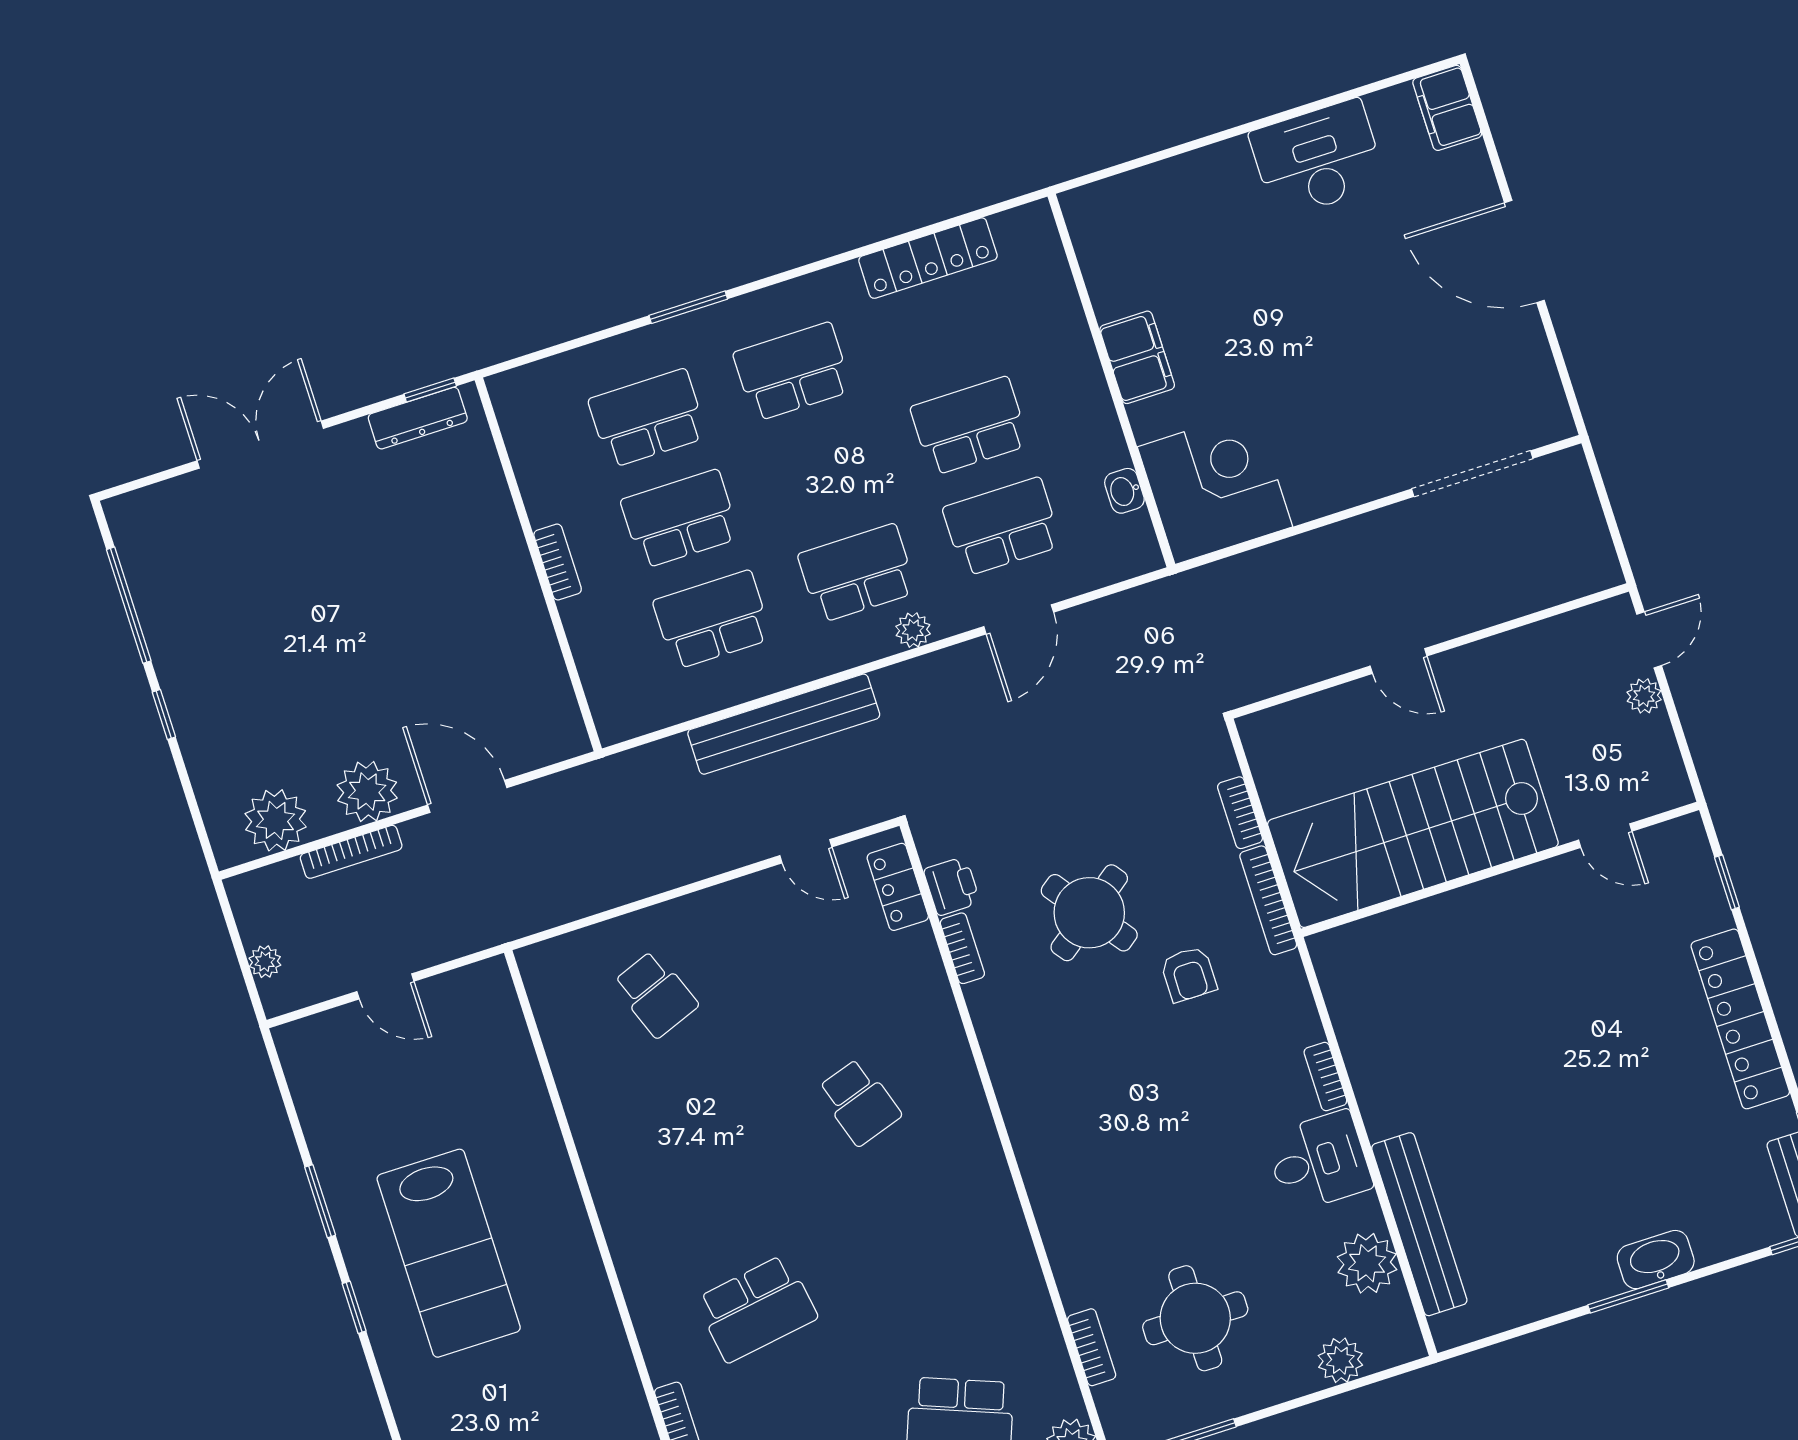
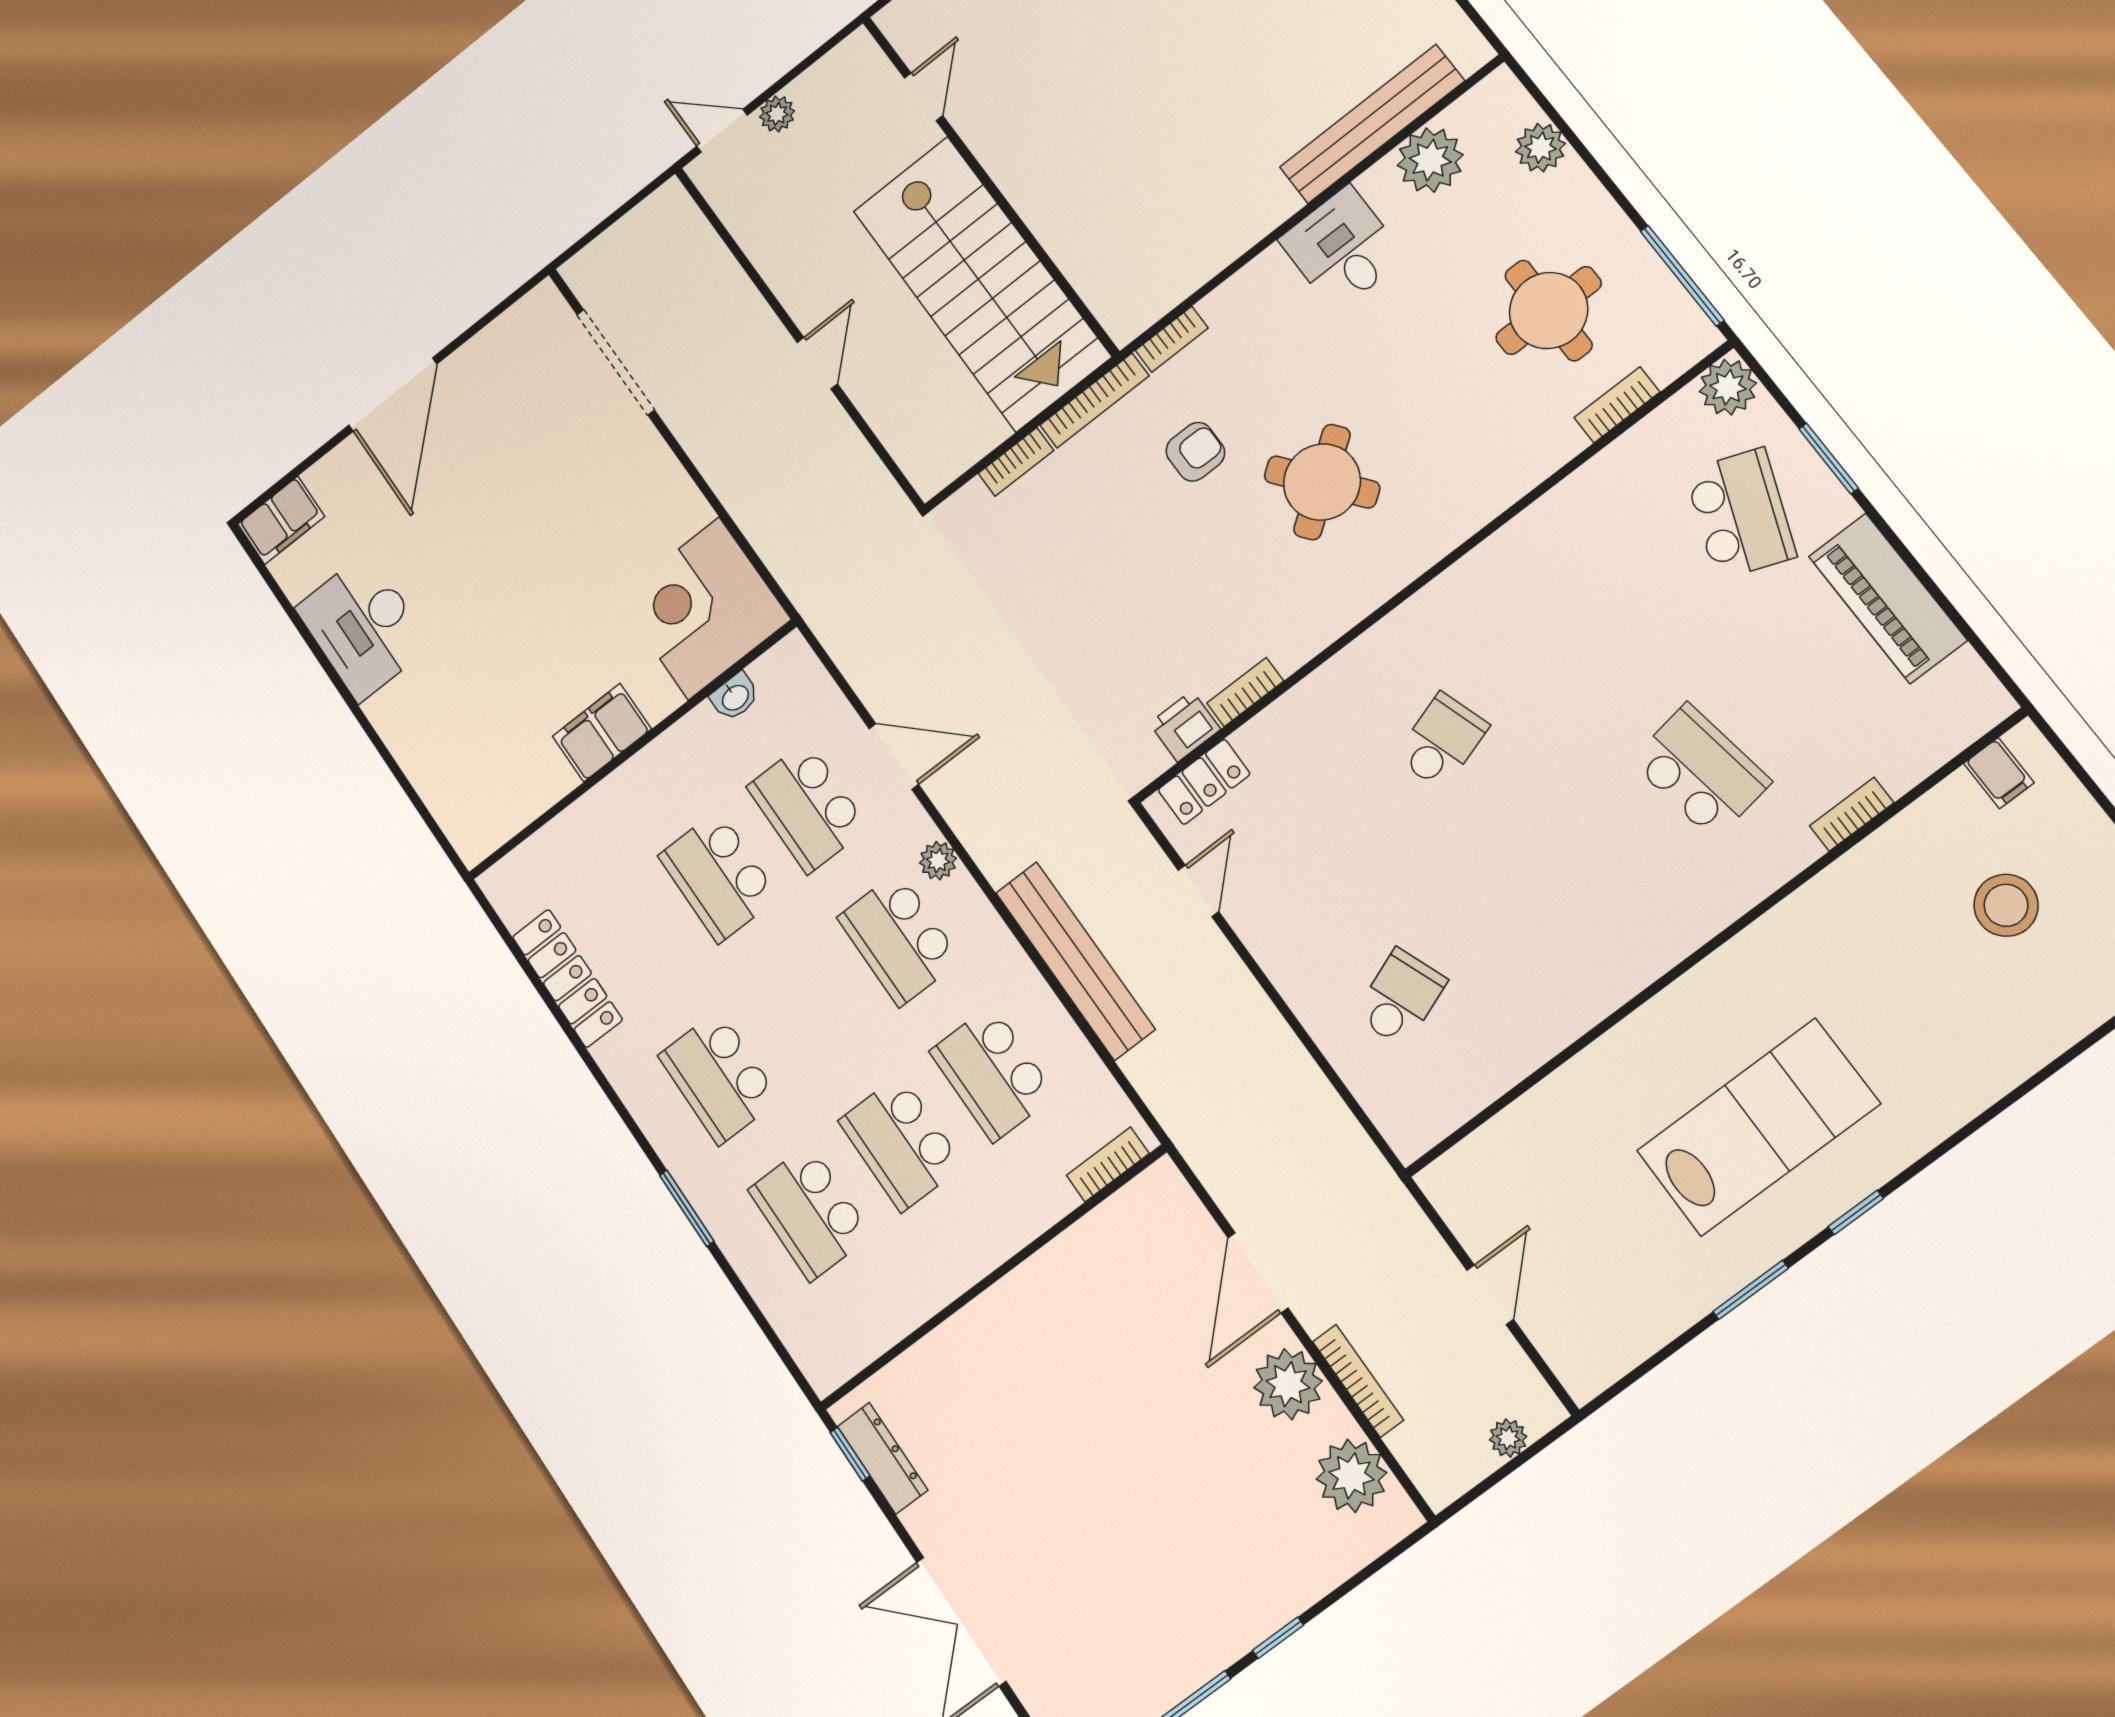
bookcase: (558, 562) -> (1108, 1164), moved
round table: (1089, 913) -> (1322, 482), moved
bookcase: (1325, 1077) -> (1172, 339), moved

